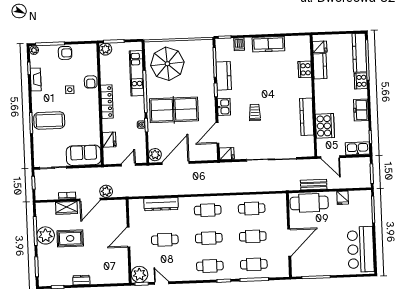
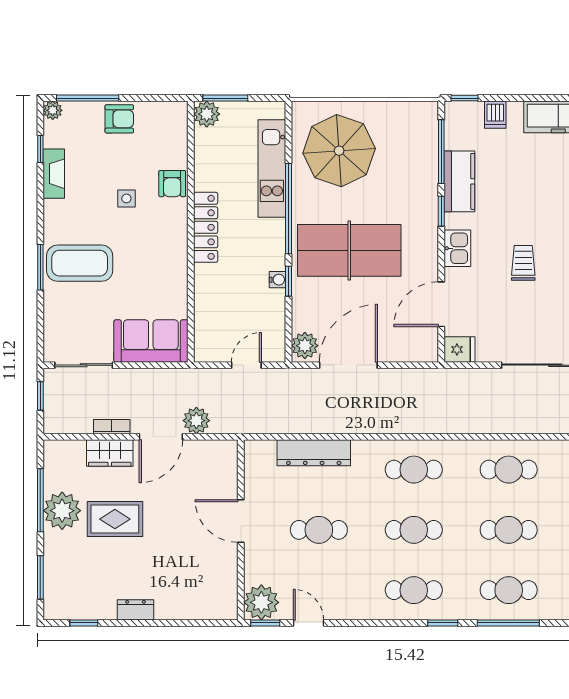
fridge: (109, 140) -> (207, 309), removed
door: (128, 237) -> (241, 521), hinge flipped

